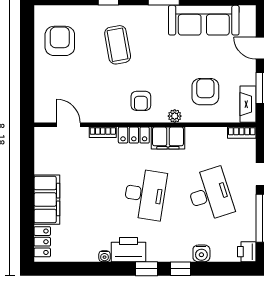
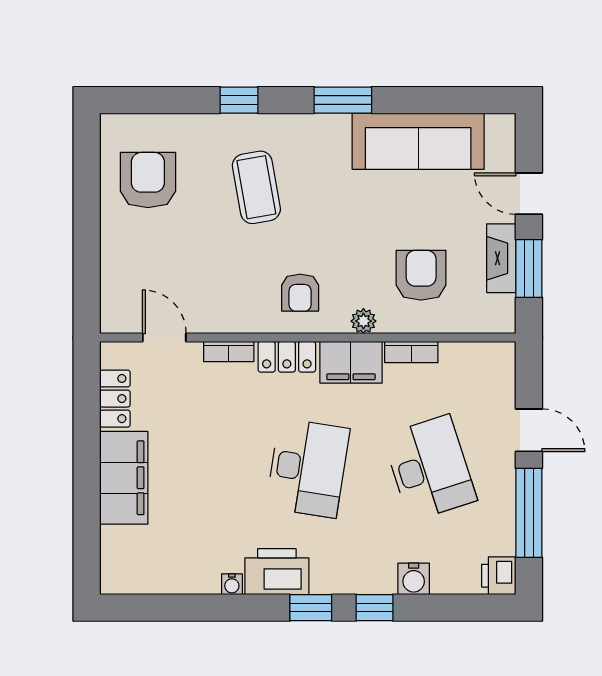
fireplace: (248, 104) -> (501, 258), moved
bookcase: (242, 133) -> (411, 352), moved
locker: (42, 242) -> (115, 399), moved

